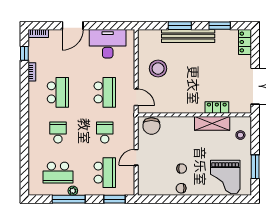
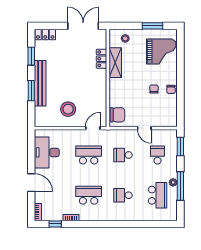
school desk: (105, 173) -> (158, 155), width x0.54

